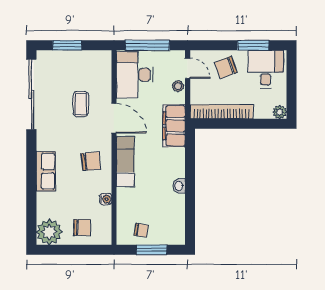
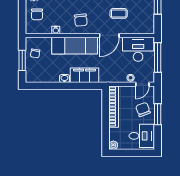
window: (253, 45) -> (158, 114), moved
filing cabinet: (174, 126) -> (85, 75), moved
exam couch: (125, 162) -> (75, 46), width x1.36, depth x1.45

